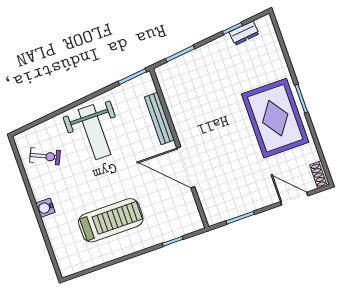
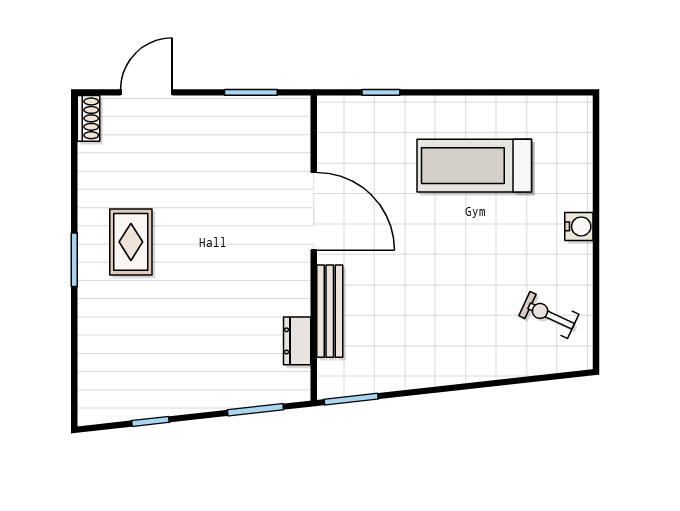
dresser: (244, 33) -> (297, 341), moved, turned -84
rug: (275, 118) -> (131, 242), width x0.54, depth x0.49
weight bench: (94, 132) -> (449, 327), removed
door: (294, 199) -> (147, 92), swing flipped

